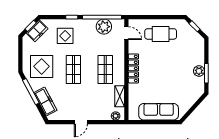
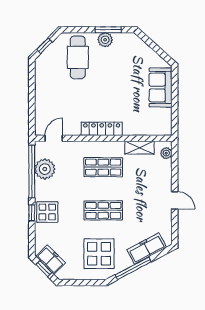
cafe table: (161, 34) -> (78, 57), moved
display table: (65, 36) -> (47, 212), moved
sofa: (159, 112) -> (161, 87), width x0.73

